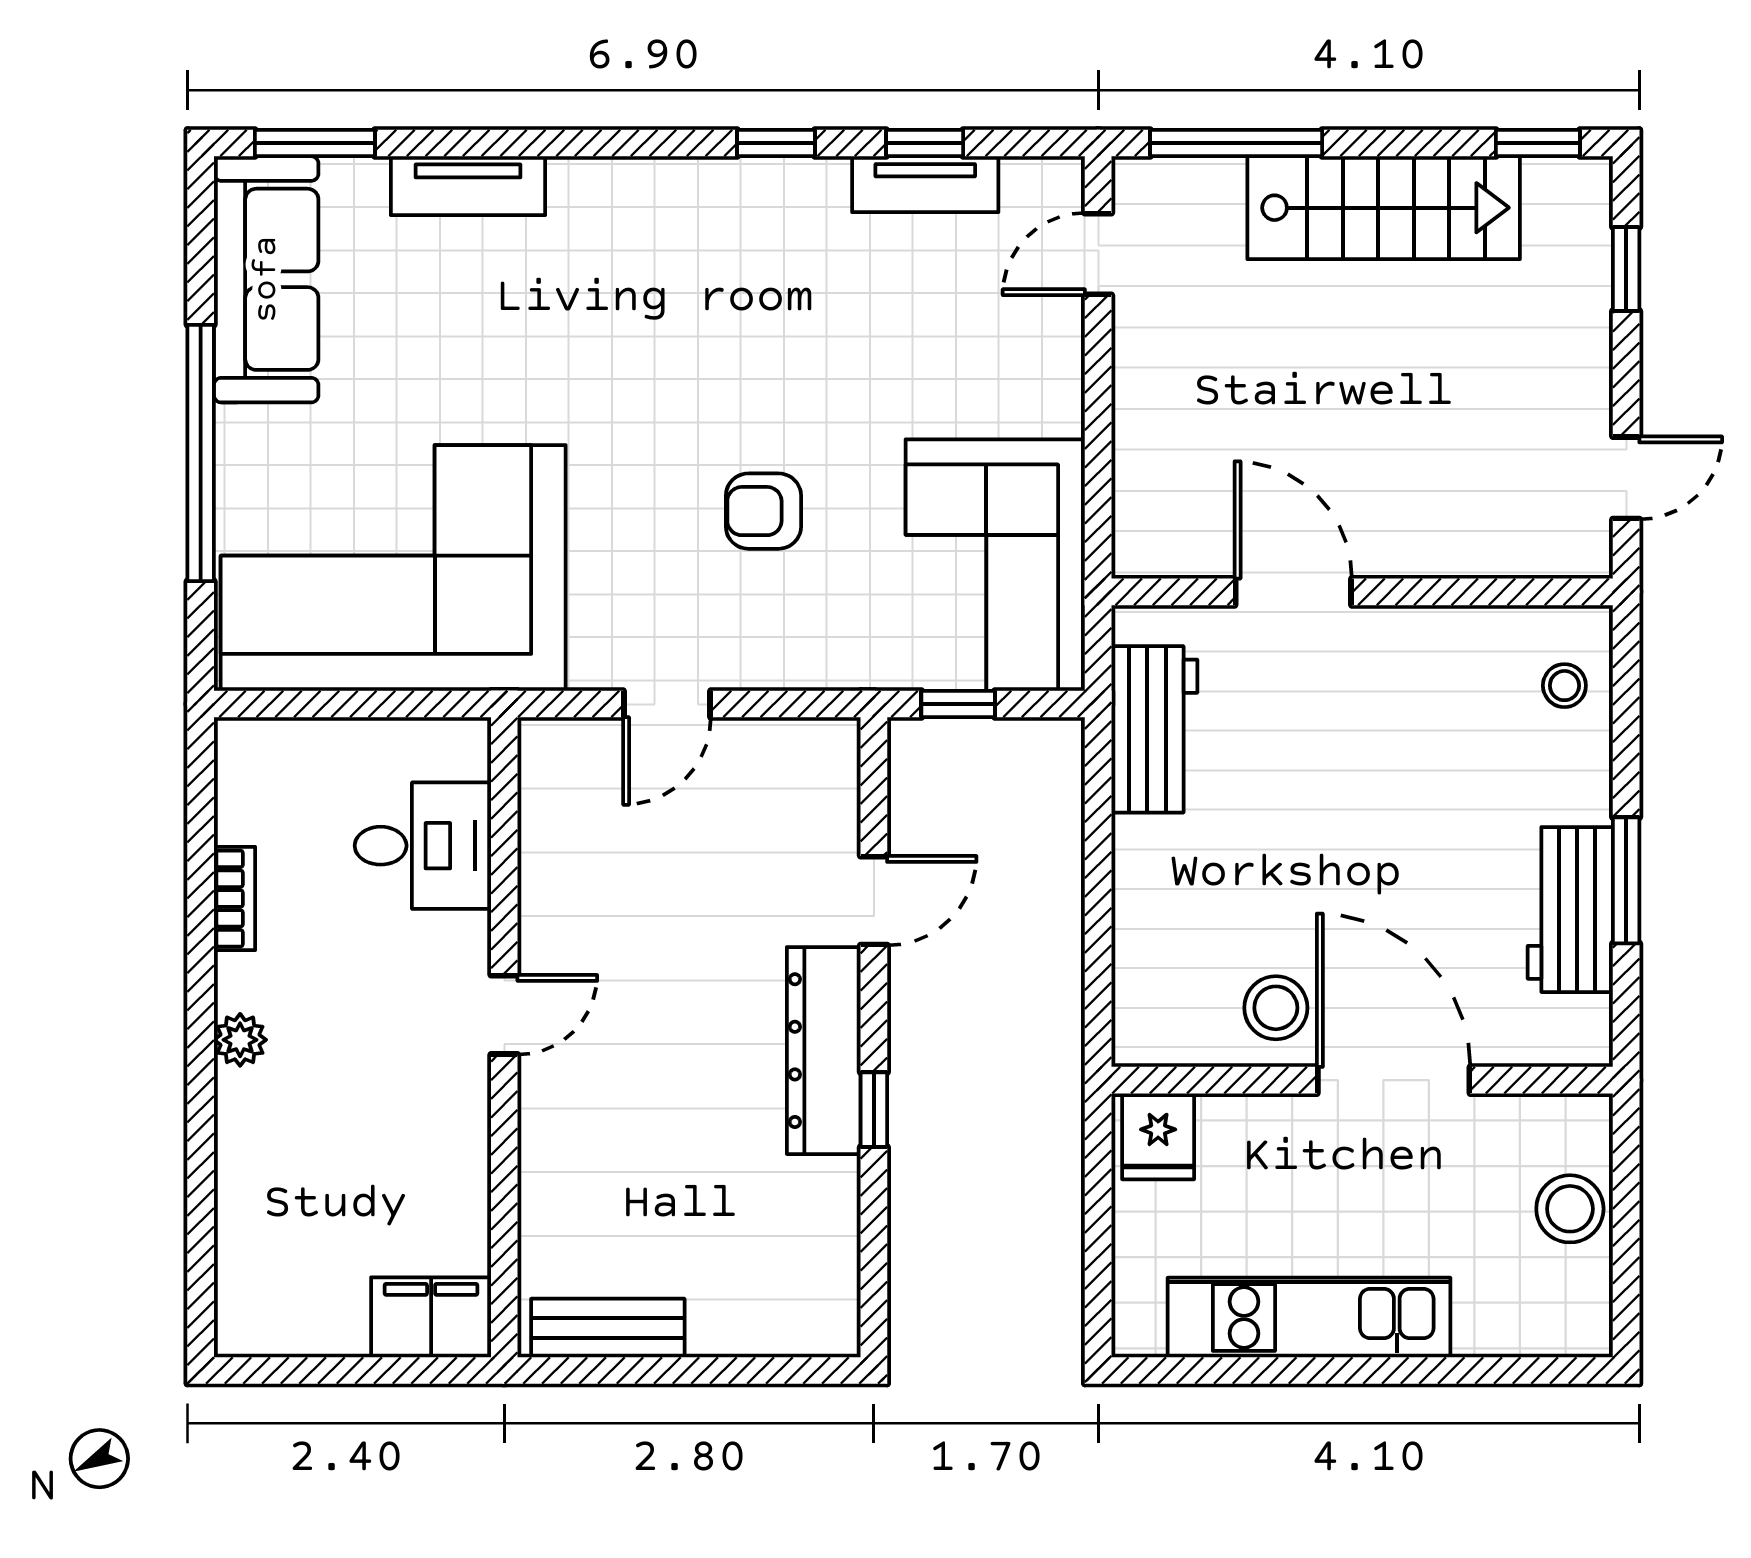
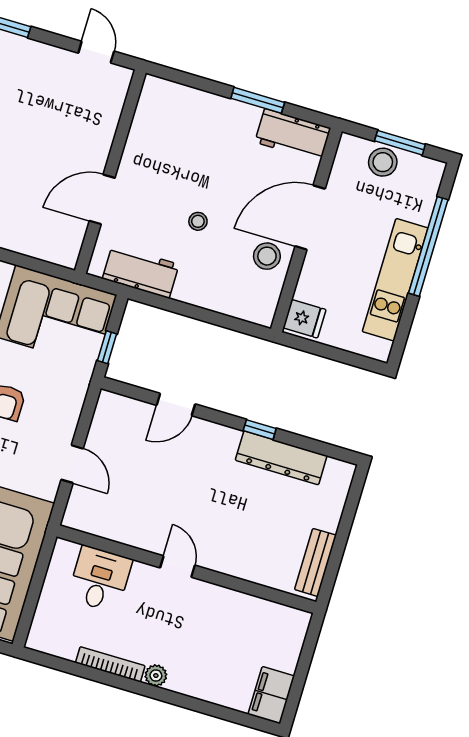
stool: (1564, 686) -> (198, 221), moved
bookcase: (235, 899) -> (110, 664), width x1.56
door: (874, 901) -> (176, 405), swing flipped
workbench: (1570, 910) -> (293, 135), moved
dresser: (824, 1051) -> (281, 458), moved
window: (1626, 1235) -> (400, 143), added
filing cabinet: (431, 1317) -> (271, 695), moved
window: (1408, 1371) -> (428, 246), added

